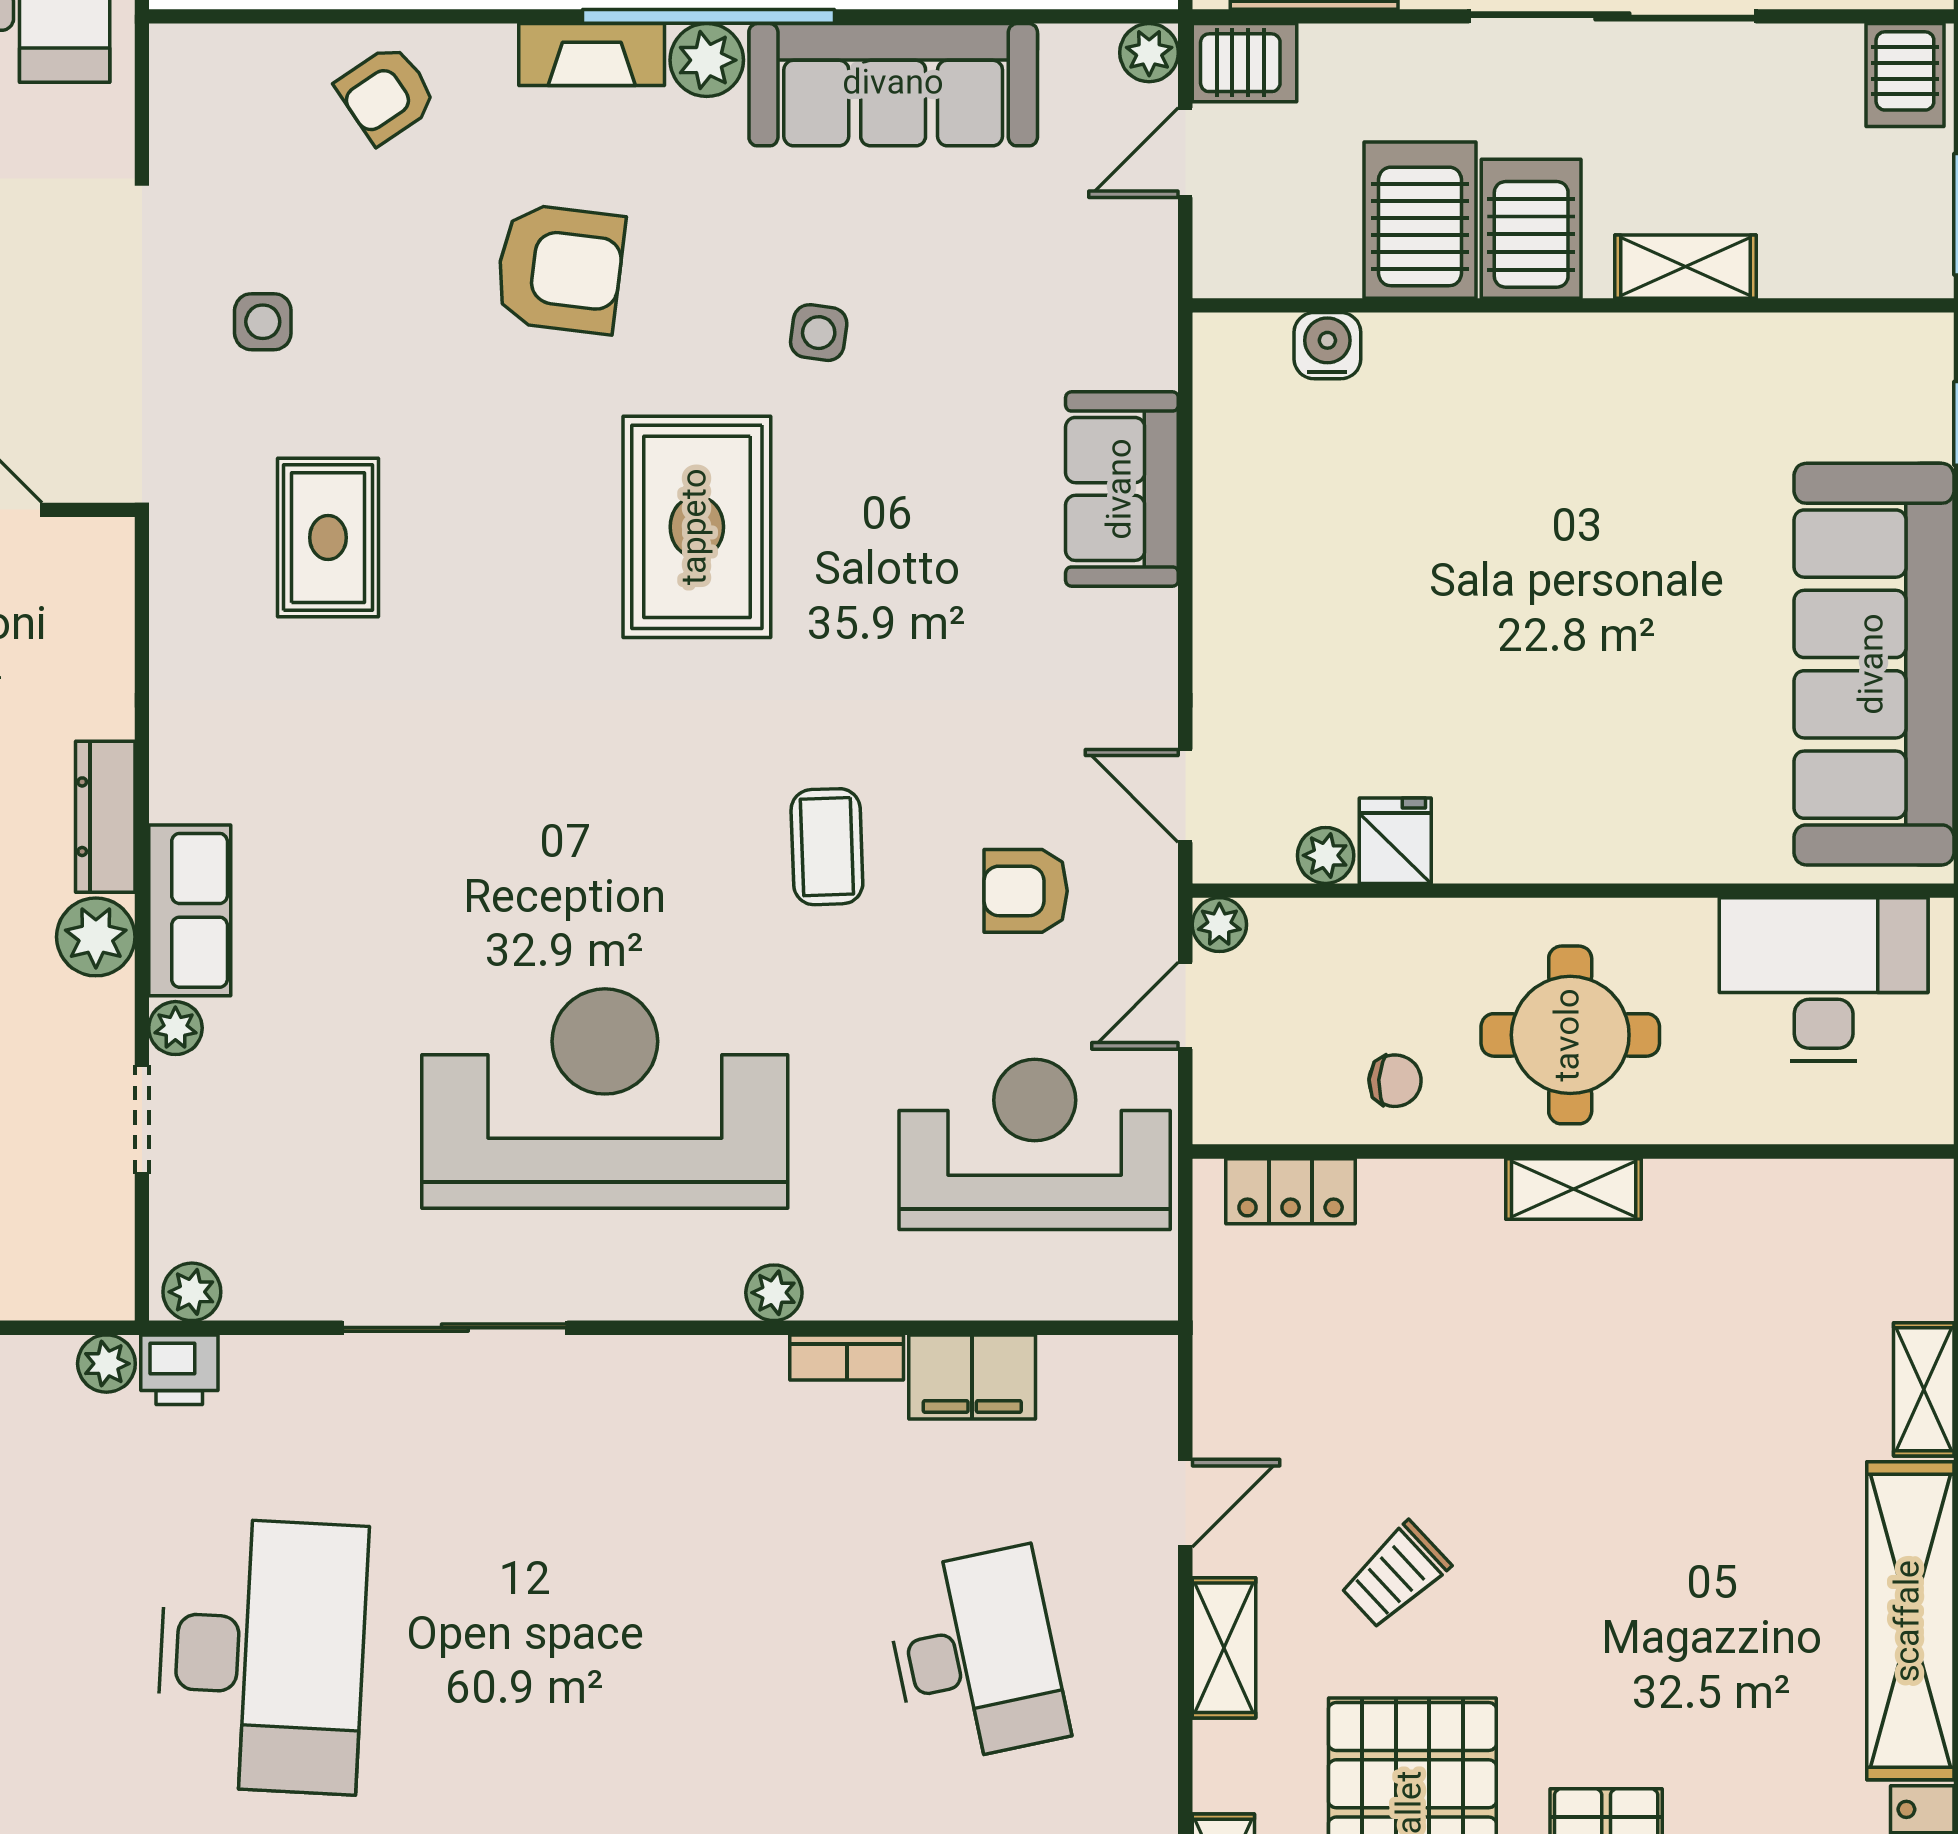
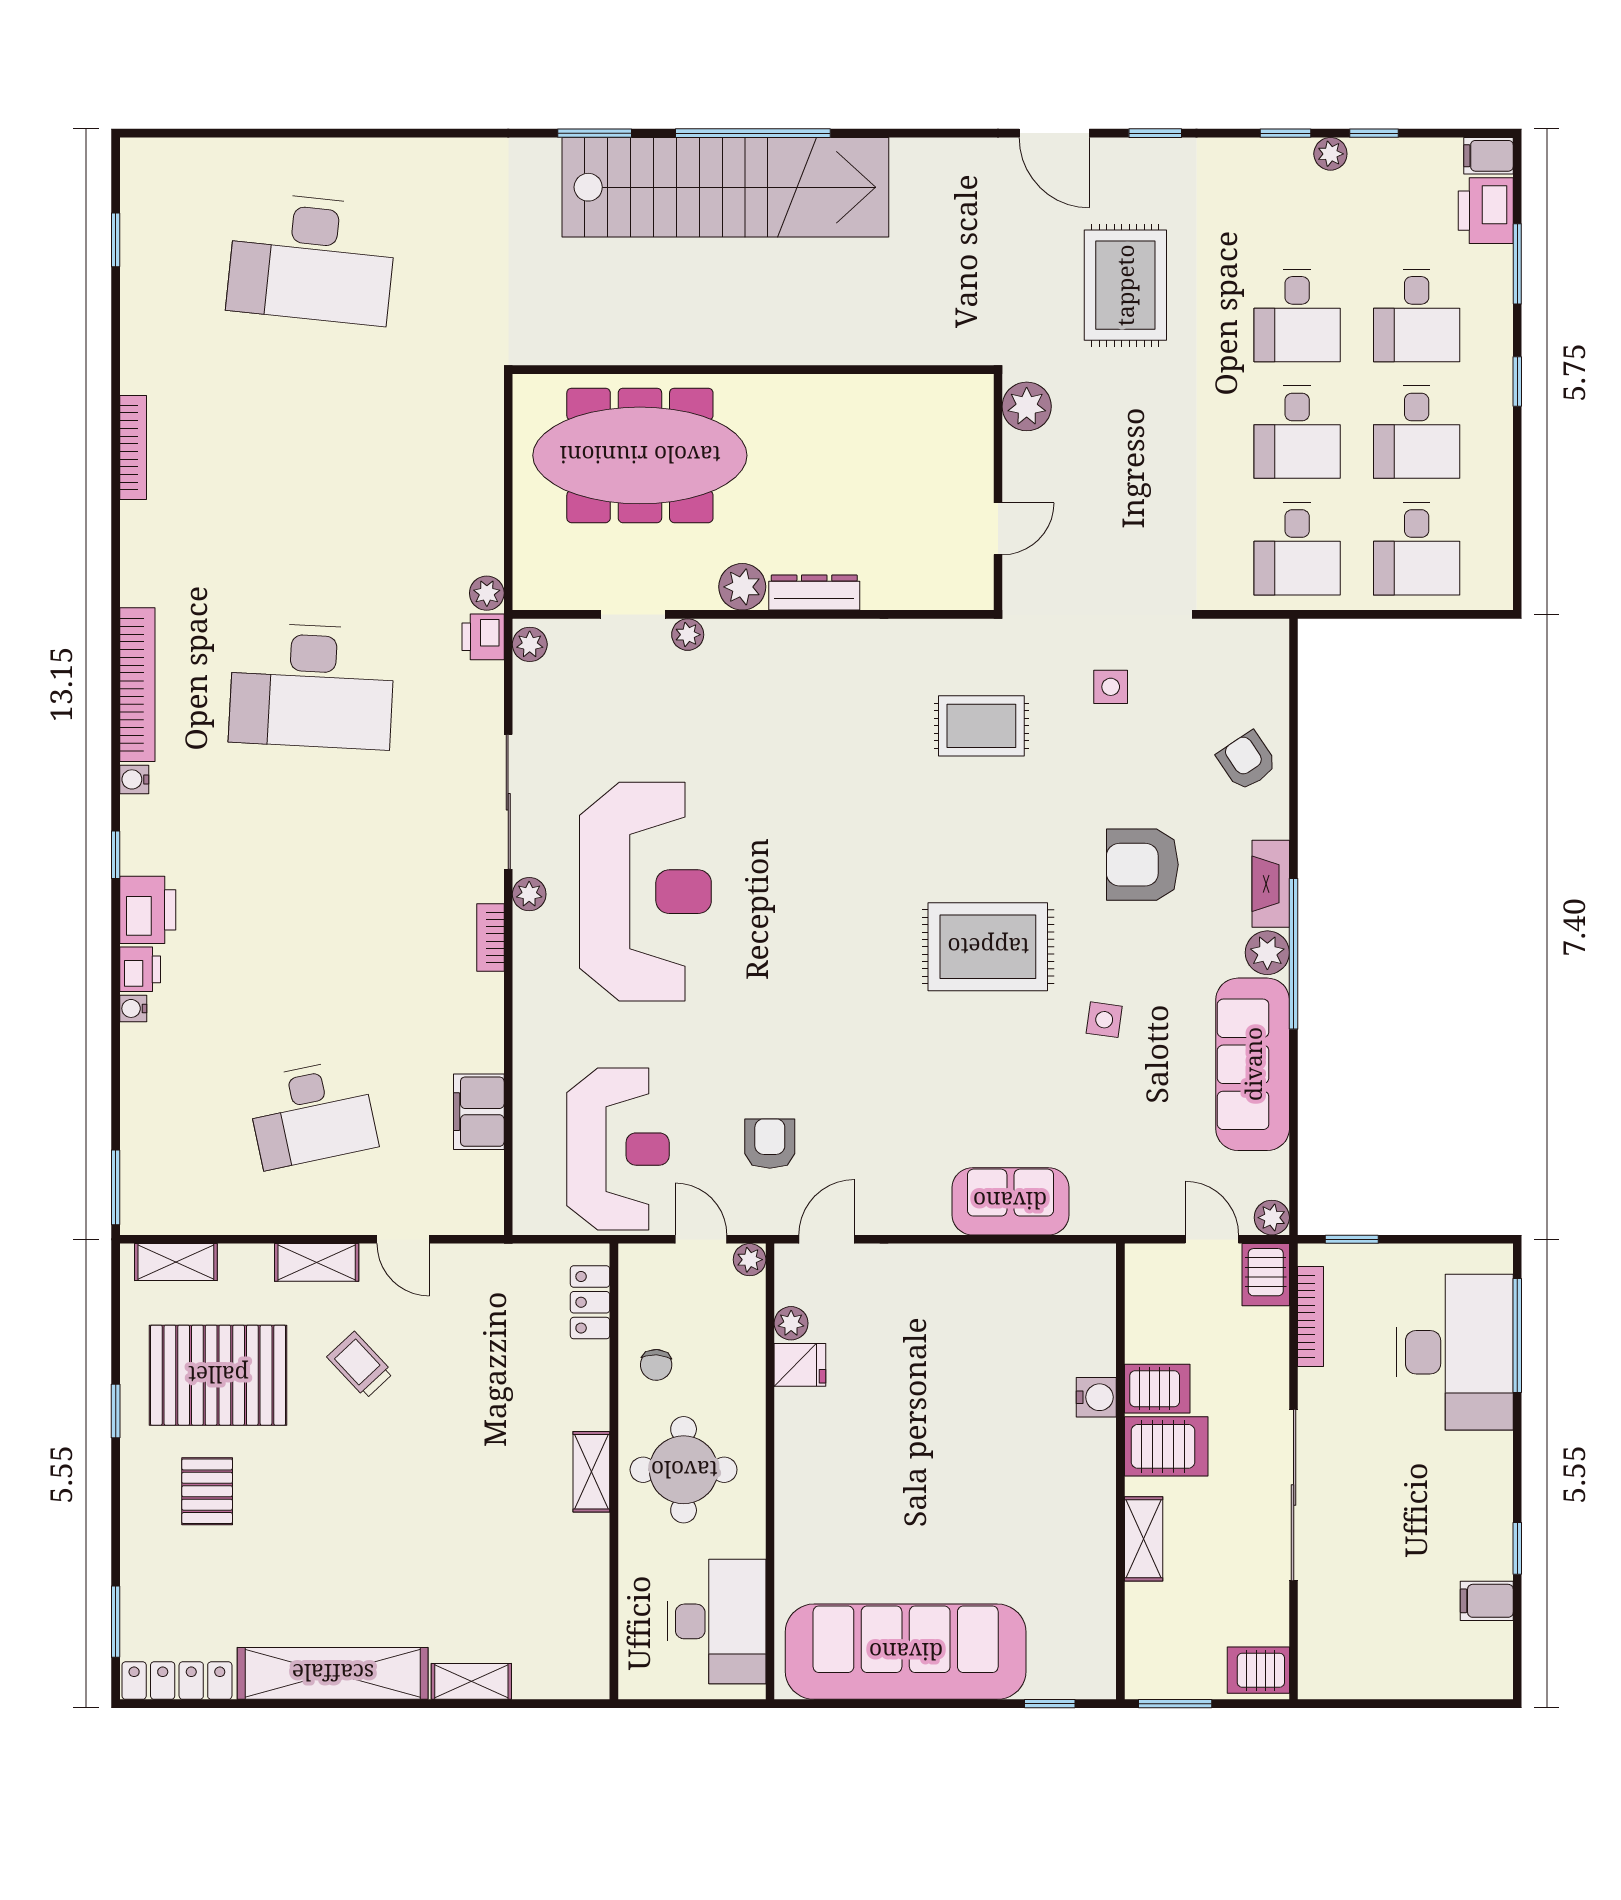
server rack: (1420, 220) -> (1157, 1389), width x0.73, depth x0.70
armchair: (560, 269) -> (1142, 865), turned 83
water cooler: (1327, 346) -> (1096, 1397), moved
coffee table: (827, 847) -> (796, 1025), removed
row of seats: (190, 910) -> (758, 643), removed
plant: (774, 1293) -> (529, 894), moved
bookcase: (847, 1357) -> (490, 938), moved

